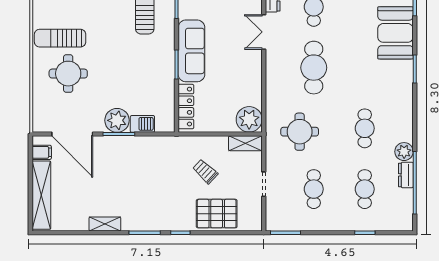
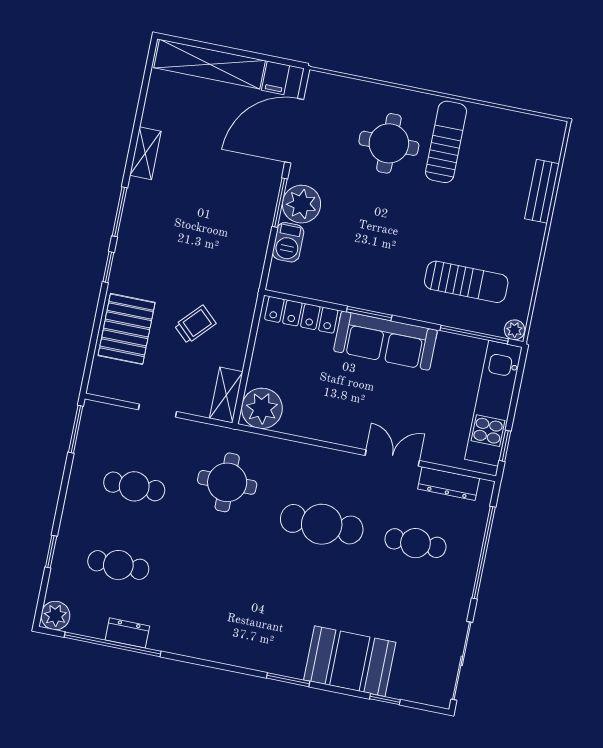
cafe table: (365, 128) -> (212, 584), removed
plant: (404, 152) -> (55, 616), moved

